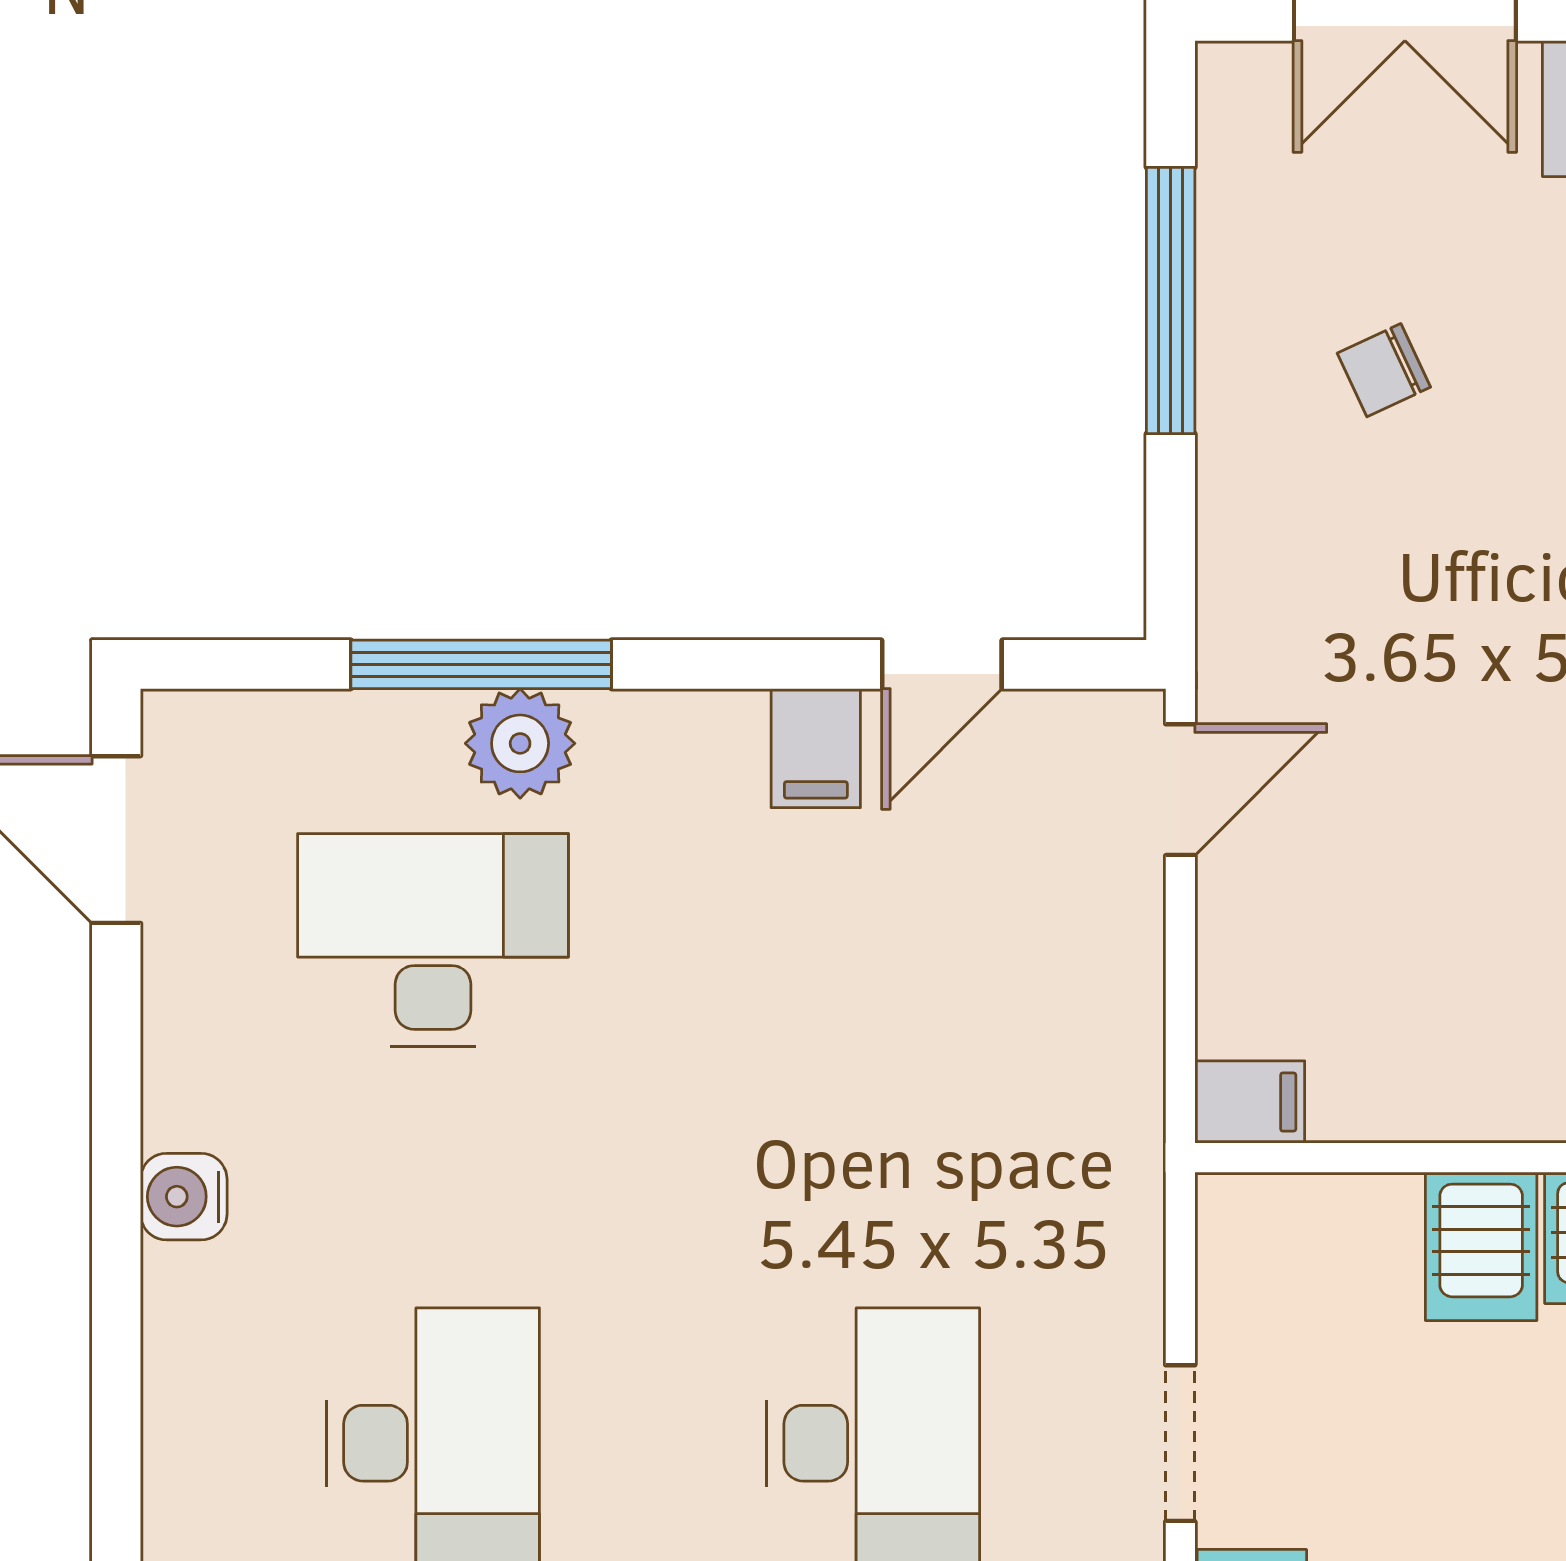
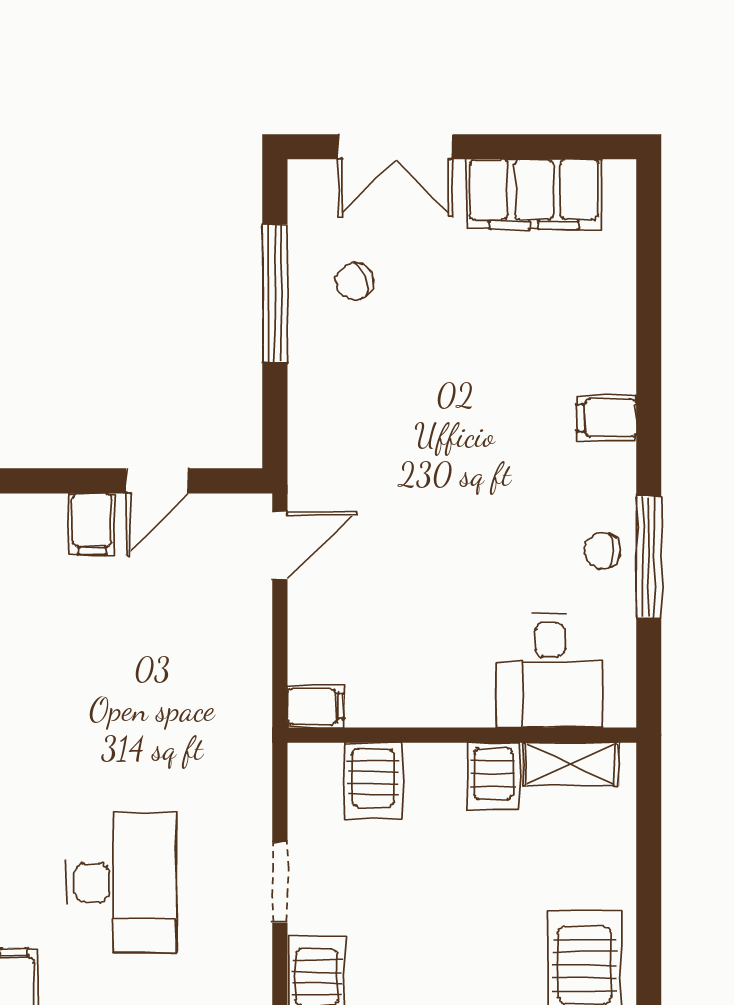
chair: (1384, 370) -> (355, 282), moved
server rack: (1481, 1246) -> (373, 781), moved

